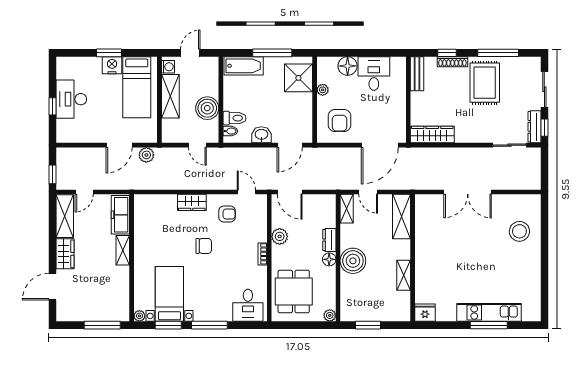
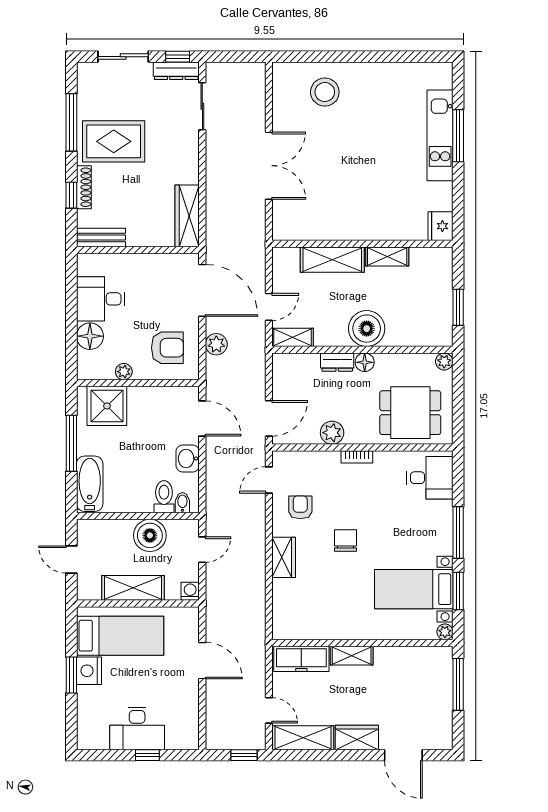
washing machine: (168, 67) -> (190, 591), moved
plant: (146, 155) -> (216, 344), moved
shelving: (402, 217) -> (332, 260), moved

